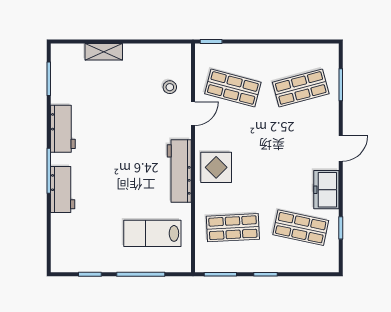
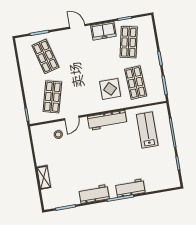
door: (193, 114) -> (72, 118), swing flipped
display table: (216, 167) -> (110, 89), moved
lab bench: (152, 233) -> (147, 130), turned 180

